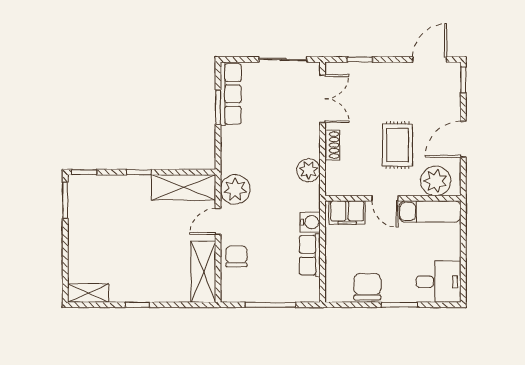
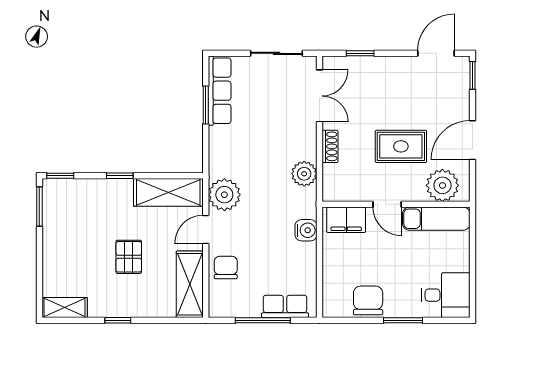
rug: (397, 145) -> (401, 146), turned 90
pallet: (147, 247) -> (129, 257), added
row of seats: (310, 255) -> (285, 306), moved, turned 90

